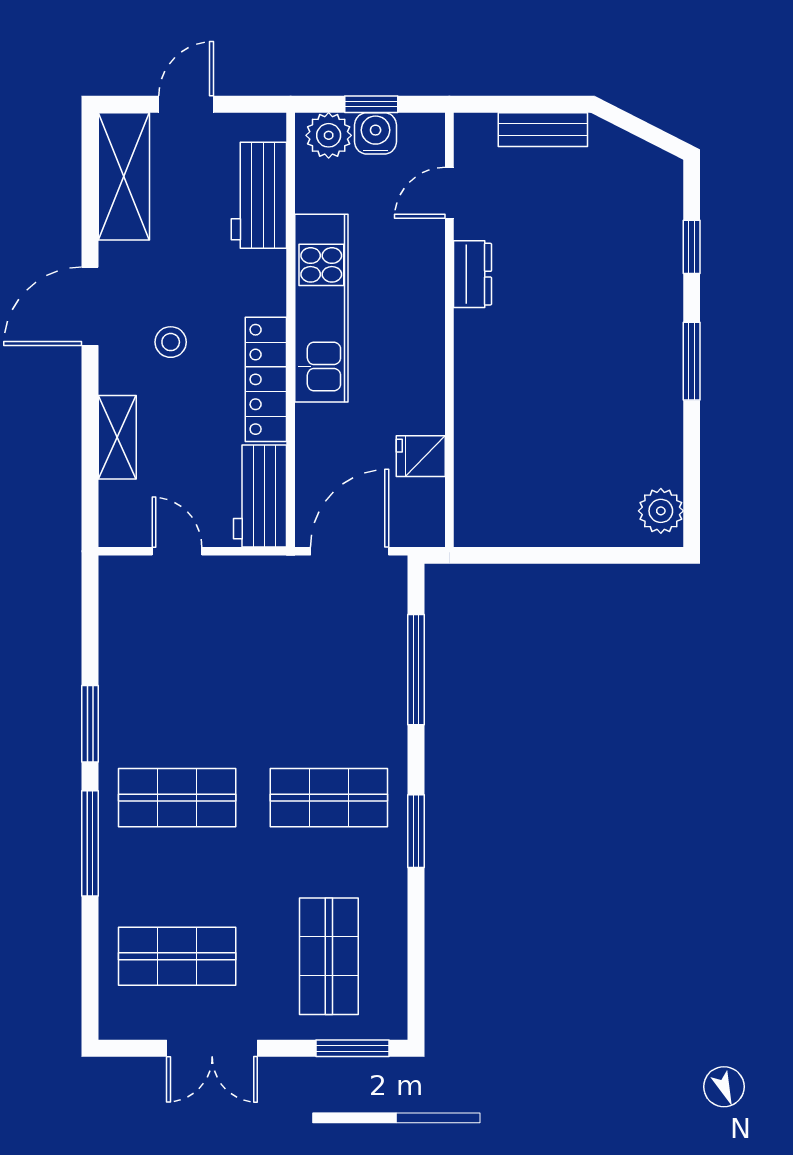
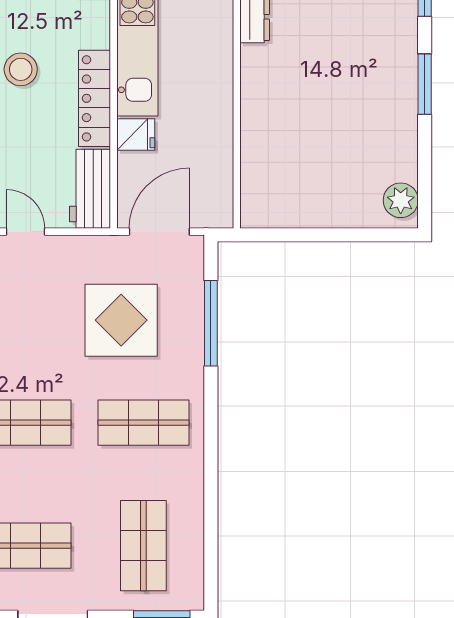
stool: (171, 342) -> (21, 69), width x1.37, depth x1.37
fridge: (421, 456) -> (136, 134), moved, turned 180
display table: (300, 666) -> (121, 320), added
window: (416, 831) -> (211, 449), removed

